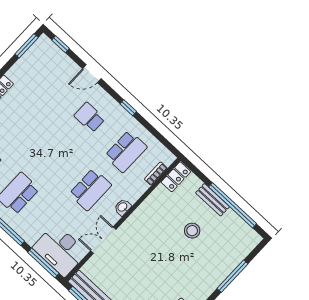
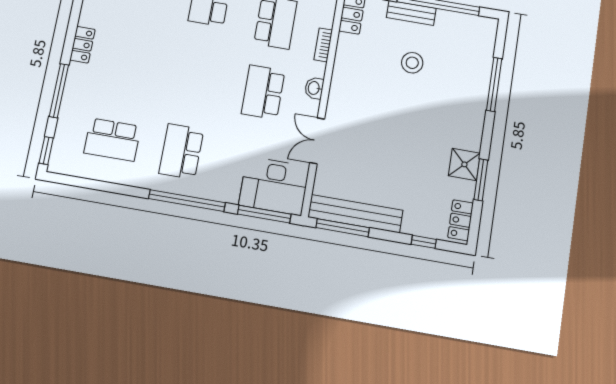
bookcase: (156, 174) -> (323, 45), moved
school desk: (90, 189) -> (263, 92), turned 180

